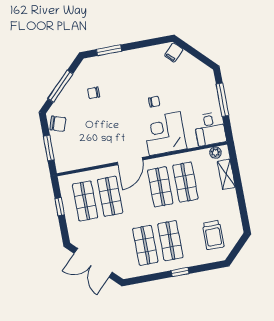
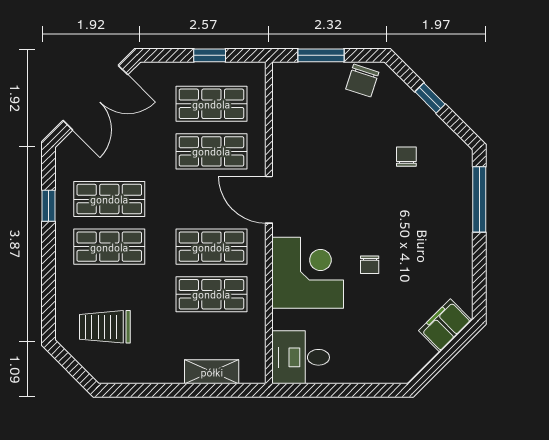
window: (109, 50) -> (479, 199), width x1.44
filing cabinet: (174, 53) -> (445, 325), width x2.00
window: (60, 86) -> (430, 98), width x0.46
window: (222, 100) -> (350, 390), removed
plant: (215, 153) -> (255, 359), removed
double door: (93, 263) -> (95, 98), swing flipped
window: (180, 272) -> (48, 206), moved

